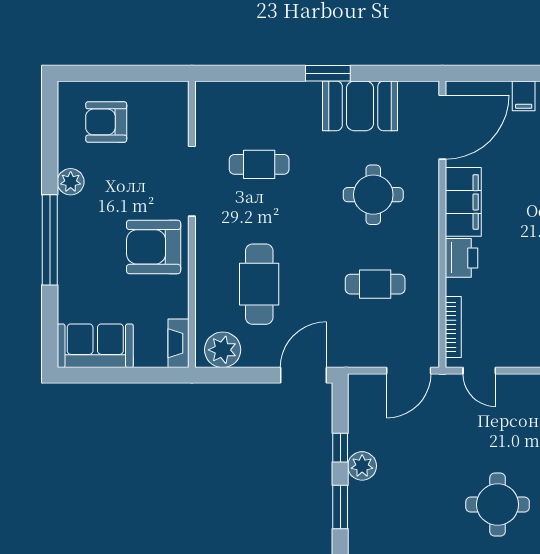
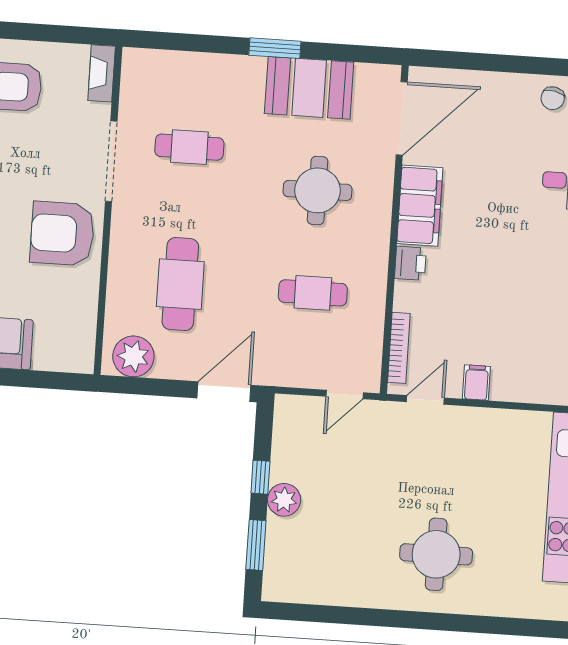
filing cabinet: (524, 96) -> (476, 383), moved, turned 180
printer: (461, 258) -> (410, 263), width x0.73, depth x0.81
fireplace: (179, 343) -> (102, 73), moved
door: (409, 371) -> (345, 394), width x0.73
door: (479, 371) -> (425, 400), swing flipped

